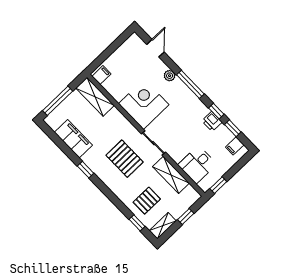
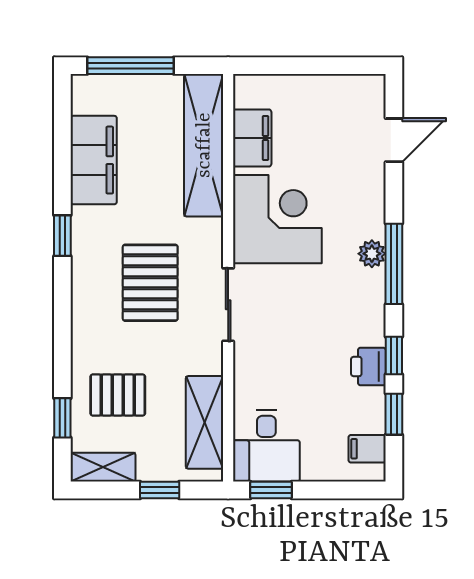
filing cabinet: (101, 75) -> (252, 138), moved, width x2.00
plant: (170, 76) -> (372, 254), moved
shelving: (95, 97) -> (204, 145), width x1.47
desk: (197, 164) -> (266, 446), moved, turned -90
shelving: (171, 175) -> (205, 422), moved

